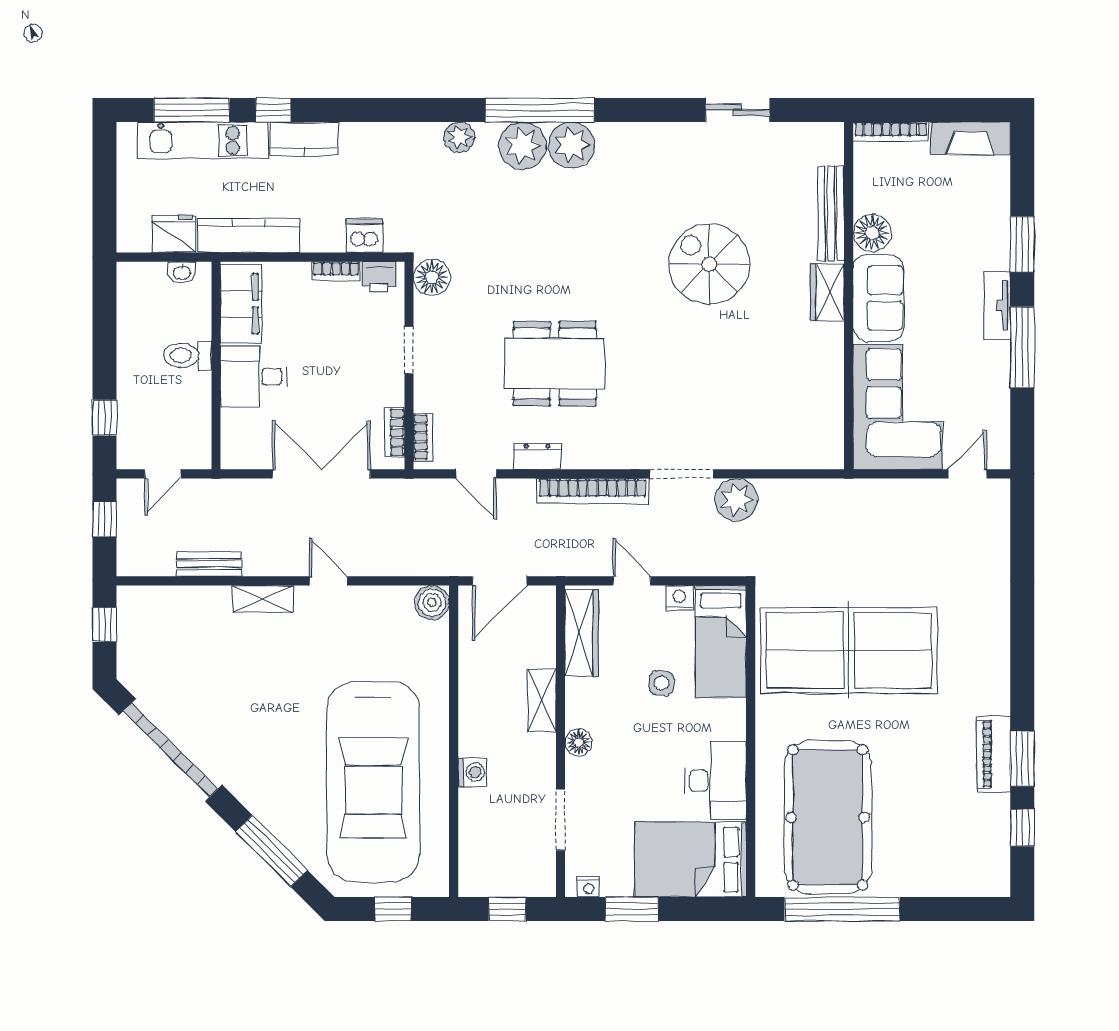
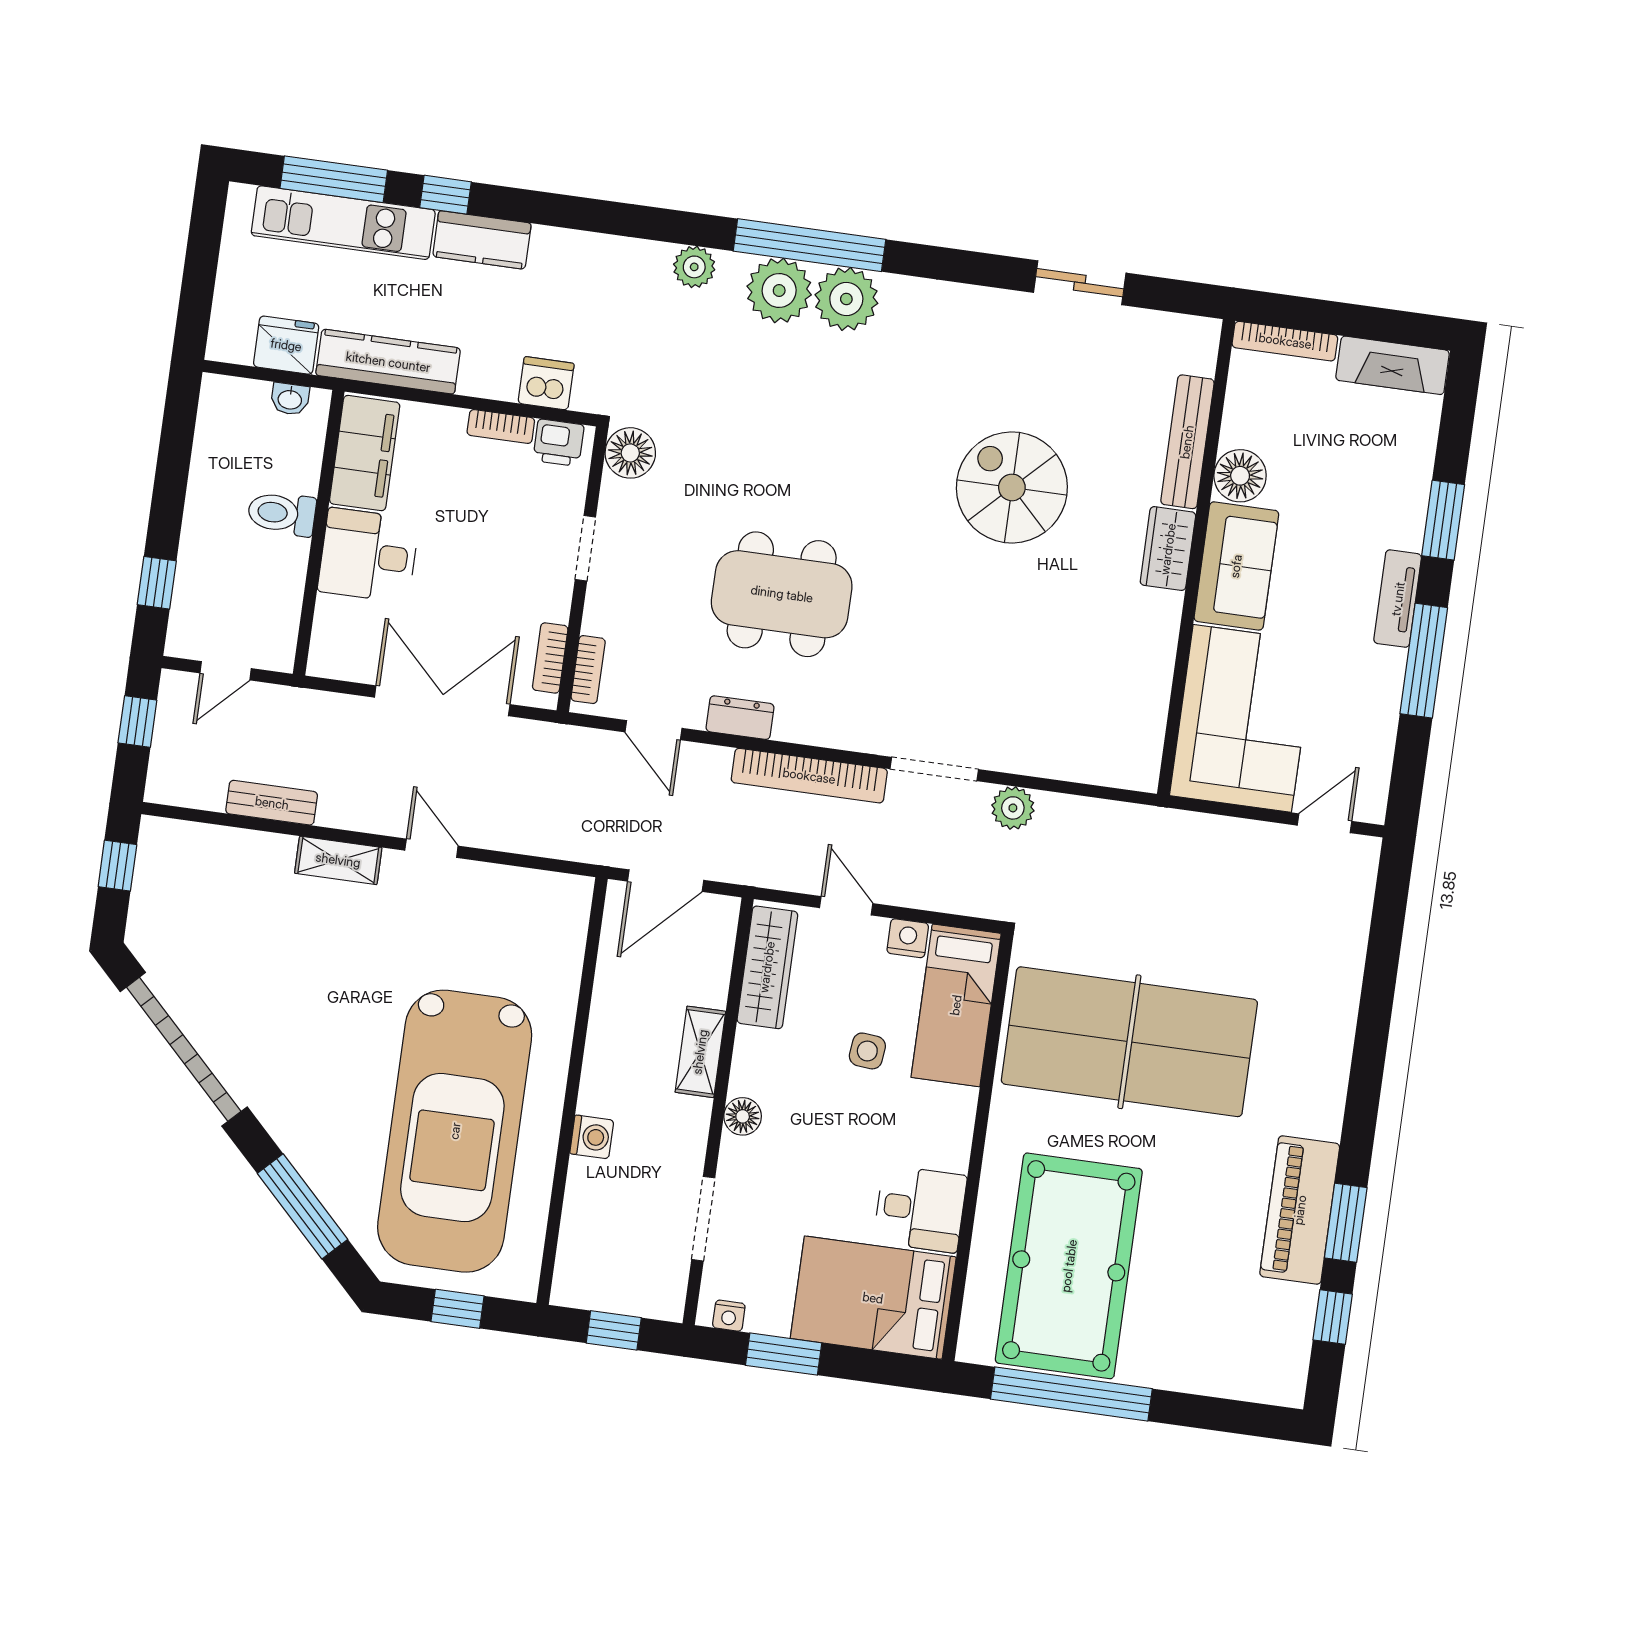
plant: (736, 500) -> (1013, 808), width x0.73, depth x0.73
boiler: (432, 602) -> (569, 897), removed
piano: (994, 754) -> (1300, 1210), width x1.37, depth x1.33
desk: (715, 781) -> (920, 1209), width x0.73

